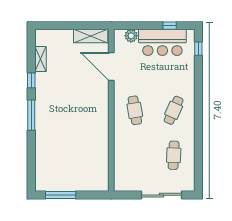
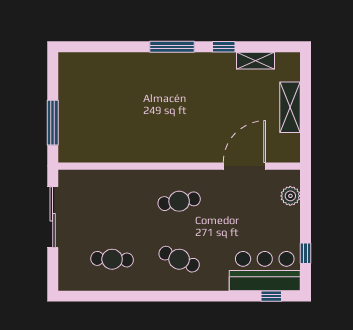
shelving: (91, 36) -> (290, 107), moved
bar counter: (162, 42) -> (265, 271), moved, turned 90
window: (61, 195) -> (53, 123), moved
sliding door: (161, 195) -> (53, 217), moved

